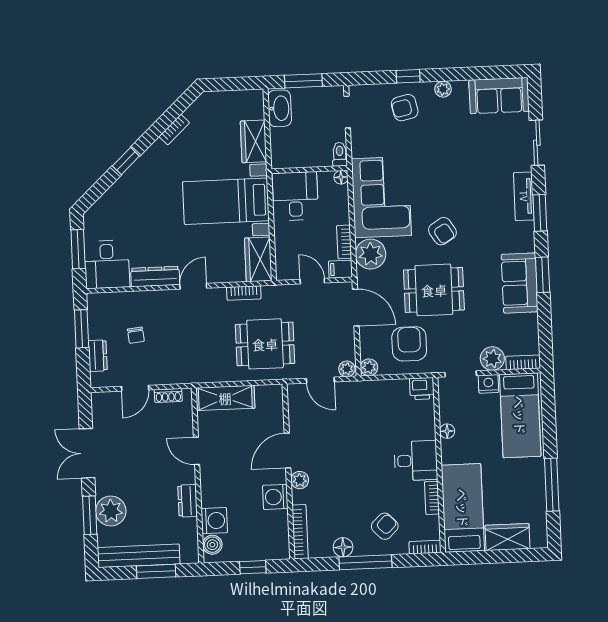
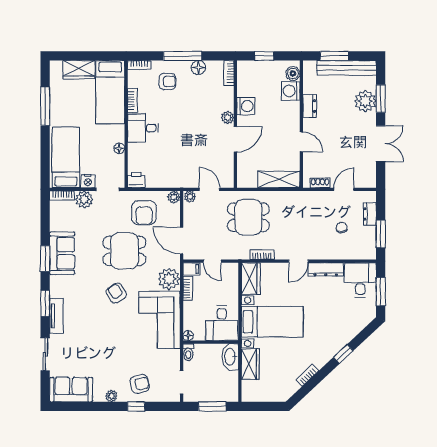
washbasin: (280, 108) -> (230, 357), moved
armchair: (385, 526) -> (167, 81), turned -136
bookcase: (300, 532) -> (229, 73), width x0.64

